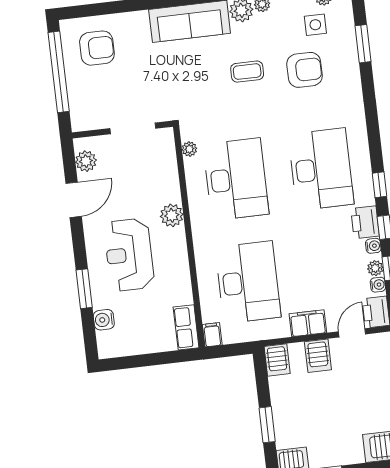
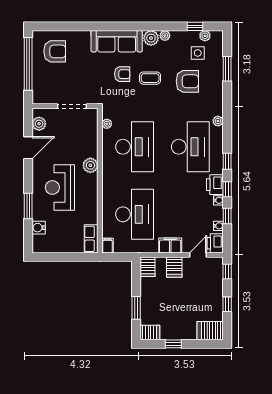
armchair: (204, 71) -> (122, 74), added
plant: (375, 268) -> (218, 121), moved

